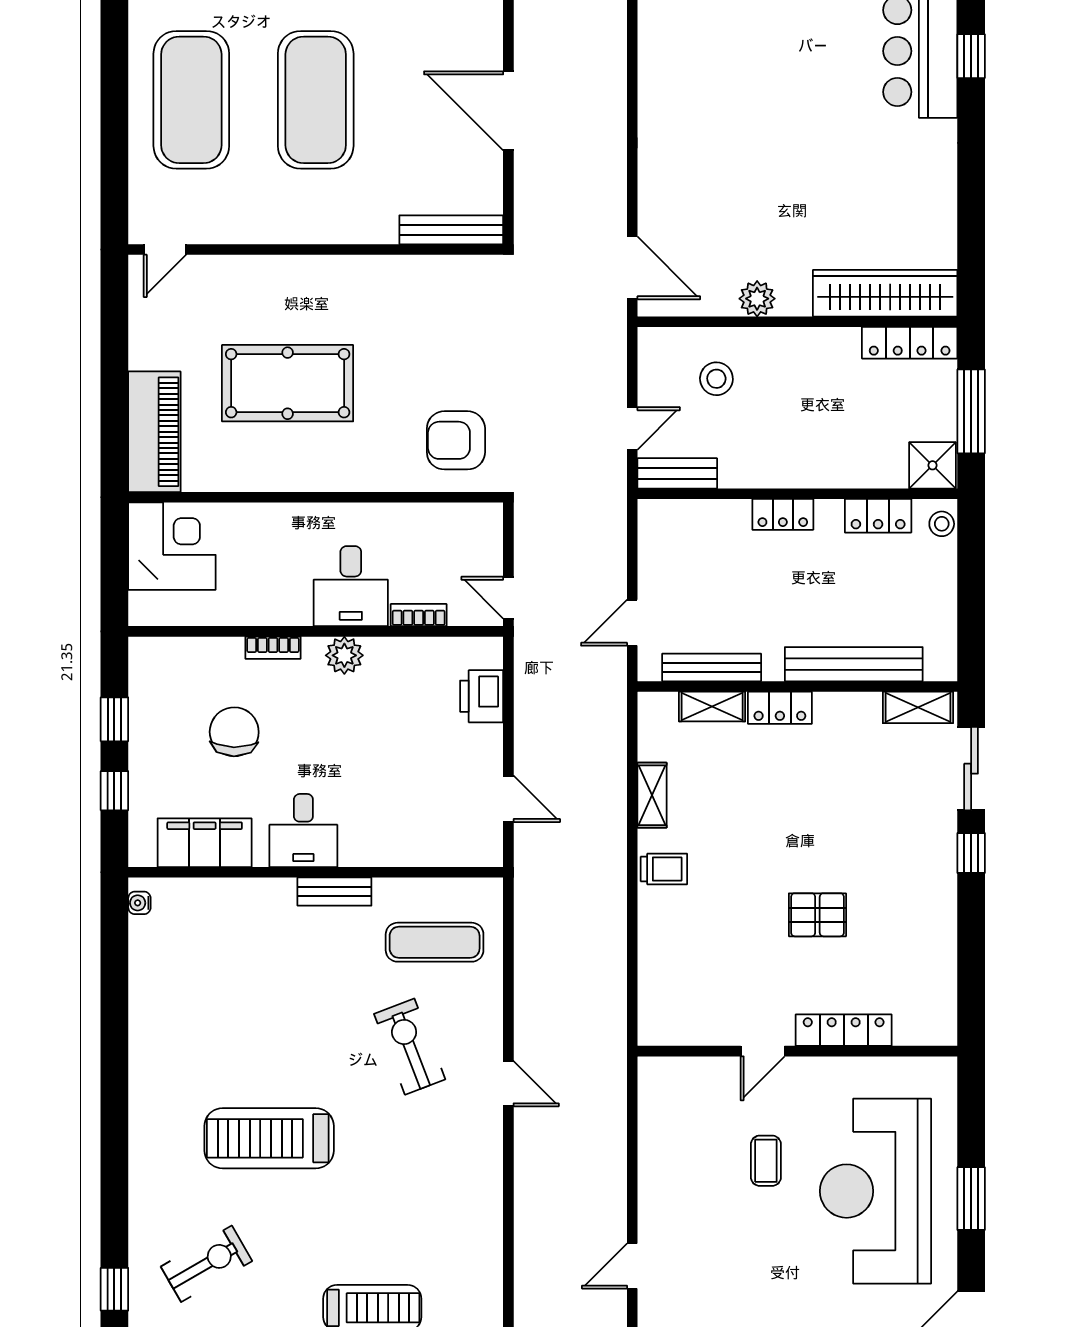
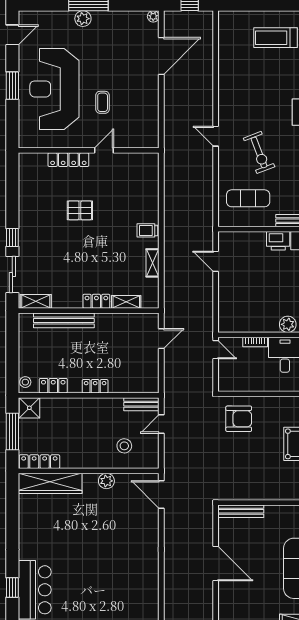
bench: (712, 667) -> (126, 319), removed
printer: (482, 696) -> (278, 241), moved, turned 90
reception desk: (875, 1191) -> (54, 89), turned 180
door: (632, 1266) -> (161, 56), width x1.87

